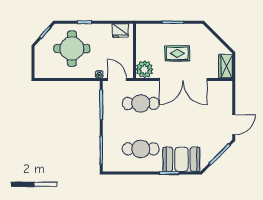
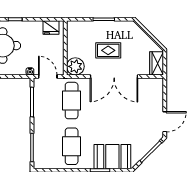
cafe table: (141, 103) -> (72, 101), turned 90
cafe table: (141, 149) -> (72, 146), turned 90

